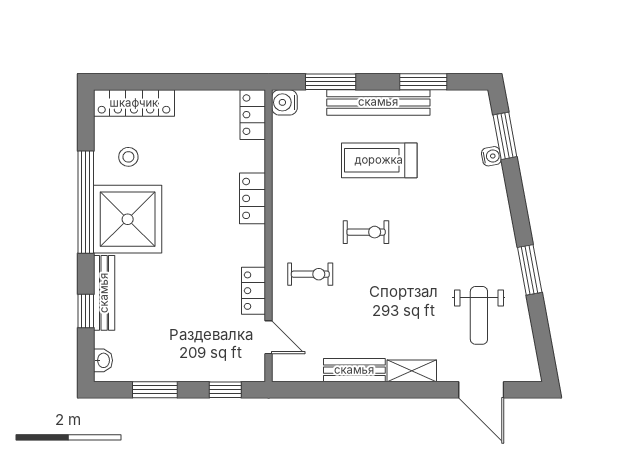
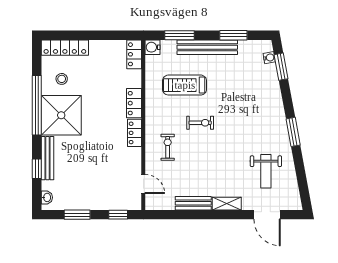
water cooler: (491, 156) -> (269, 58), moved
treadmill: (379, 160) -> (185, 85), moved
window: (530, 270) -> (293, 132), moved
exercise bike: (310, 274) -> (168, 147), turned -90
locker: (253, 291) -> (135, 133), moved

